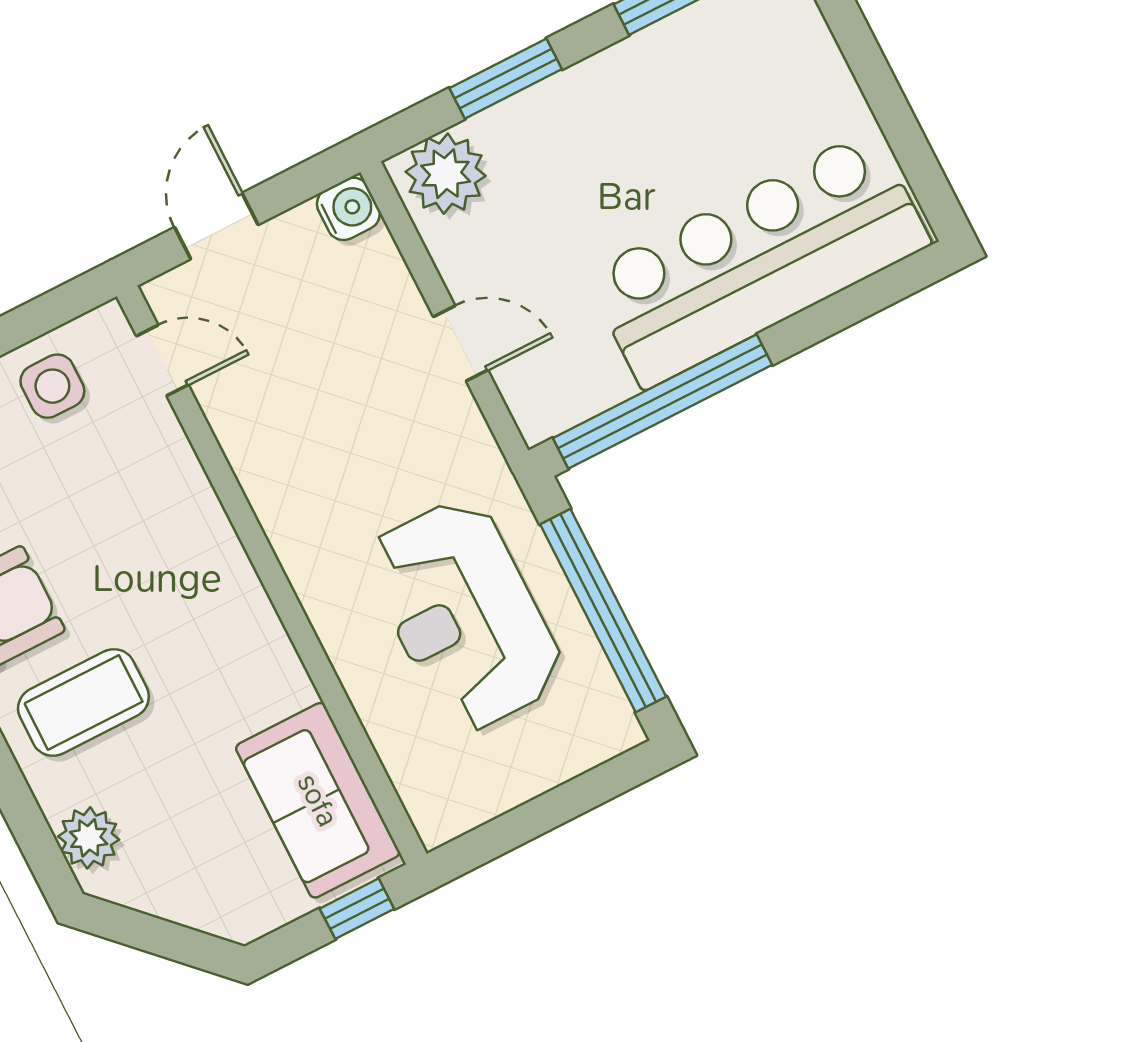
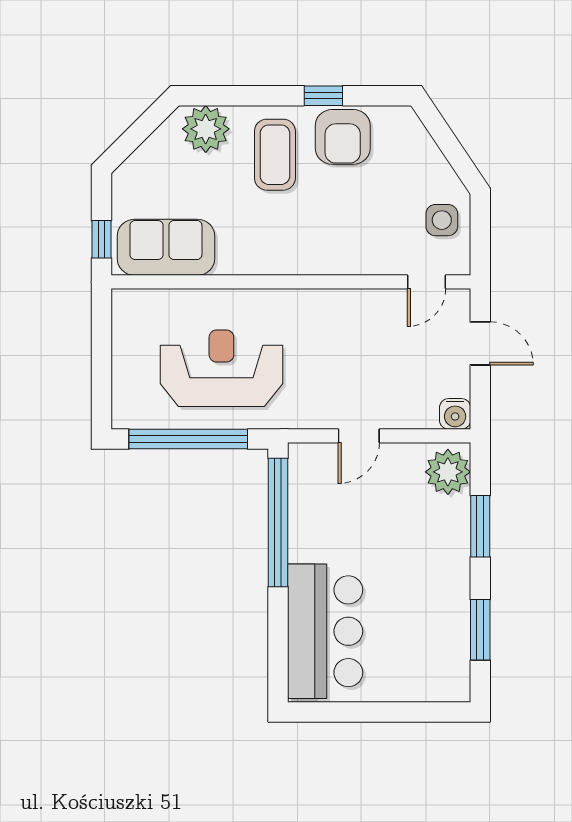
bar counter: (758, 259) -> (325, 631), width x0.73
plant: (89, 838) -> (206, 129), width x1.36, depth x1.36

